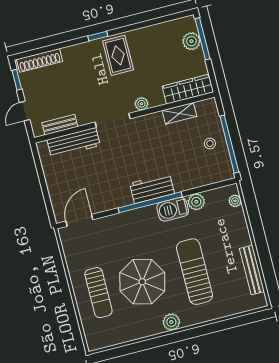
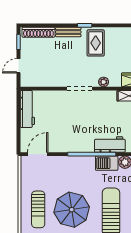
bench: (60, 125) -> (68, 32), moved
workbench: (74, 143) -> (27, 109), moved, turned -90
workbench: (152, 188) -> (110, 145), moved

